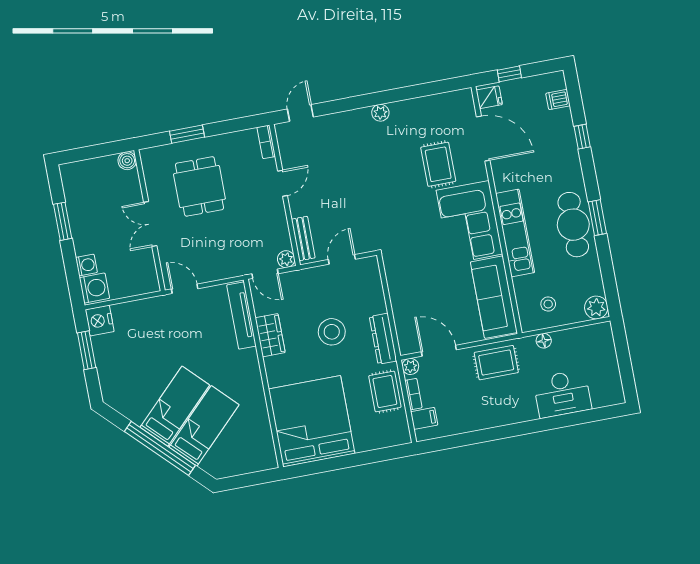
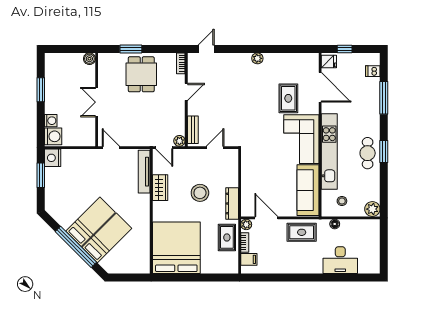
window: (582, 137) -> (384, 98), width x2.17
dining table: (199, 186) -> (141, 74), moved
cafe table: (573, 225) -> (368, 153), width x0.73, depth x0.74
kitchen unit: (515, 233) -> (329, 152), width x1.36

